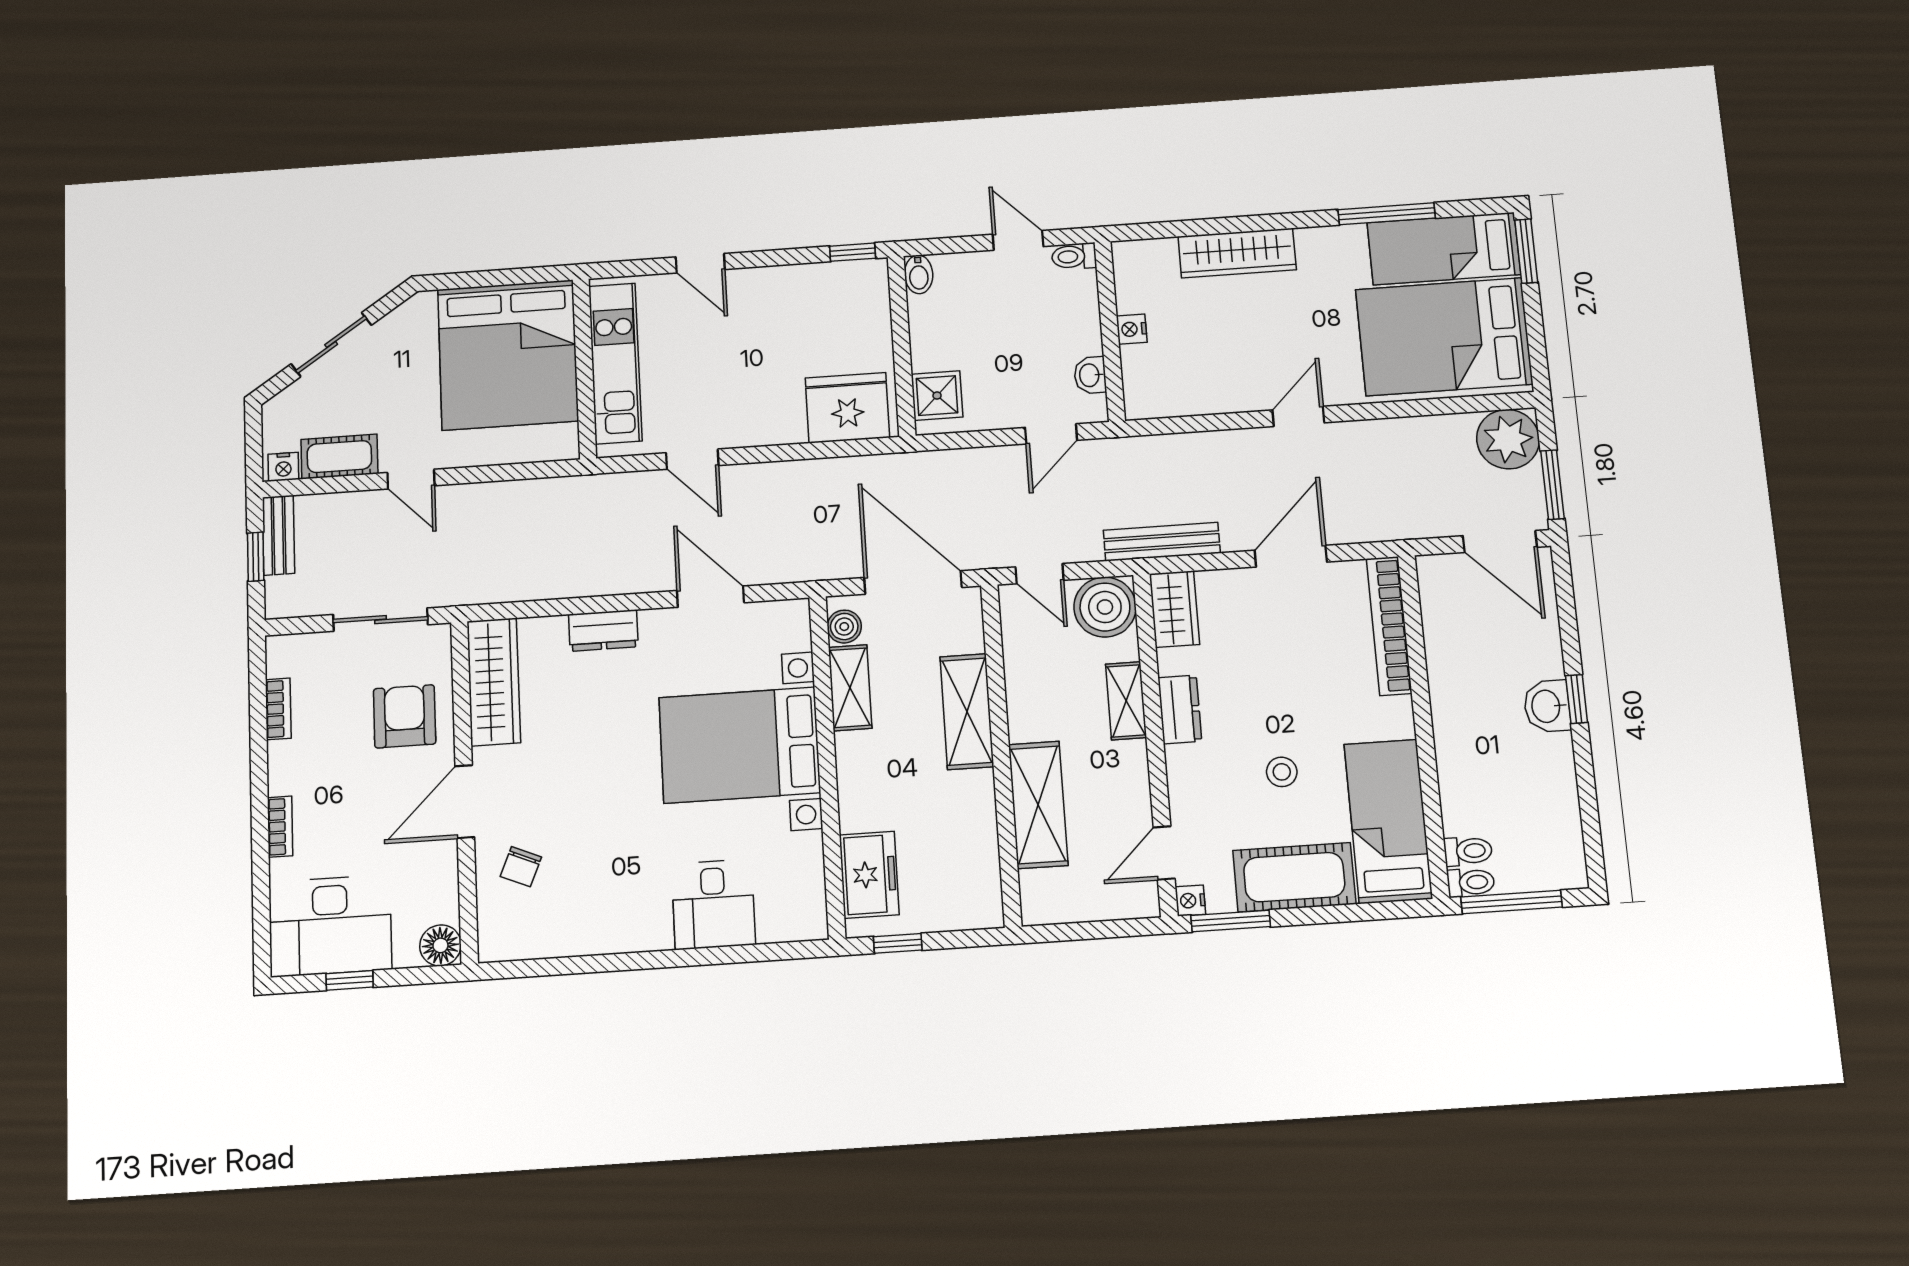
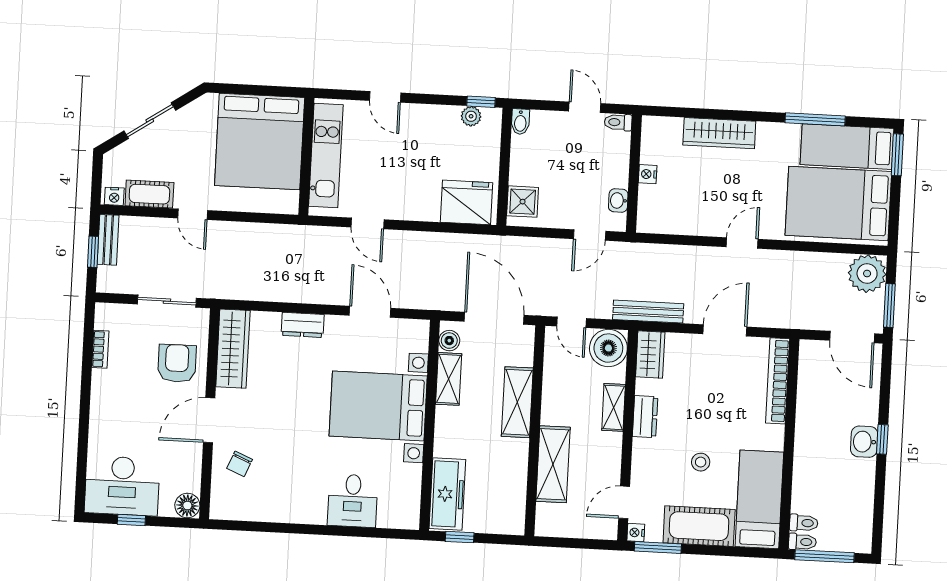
plant: (839, 276) -> (471, 116), added
bookcase: (280, 827) -> (96, 422), removed
freezer: (869, 875) -> (447, 494), width x1.40

